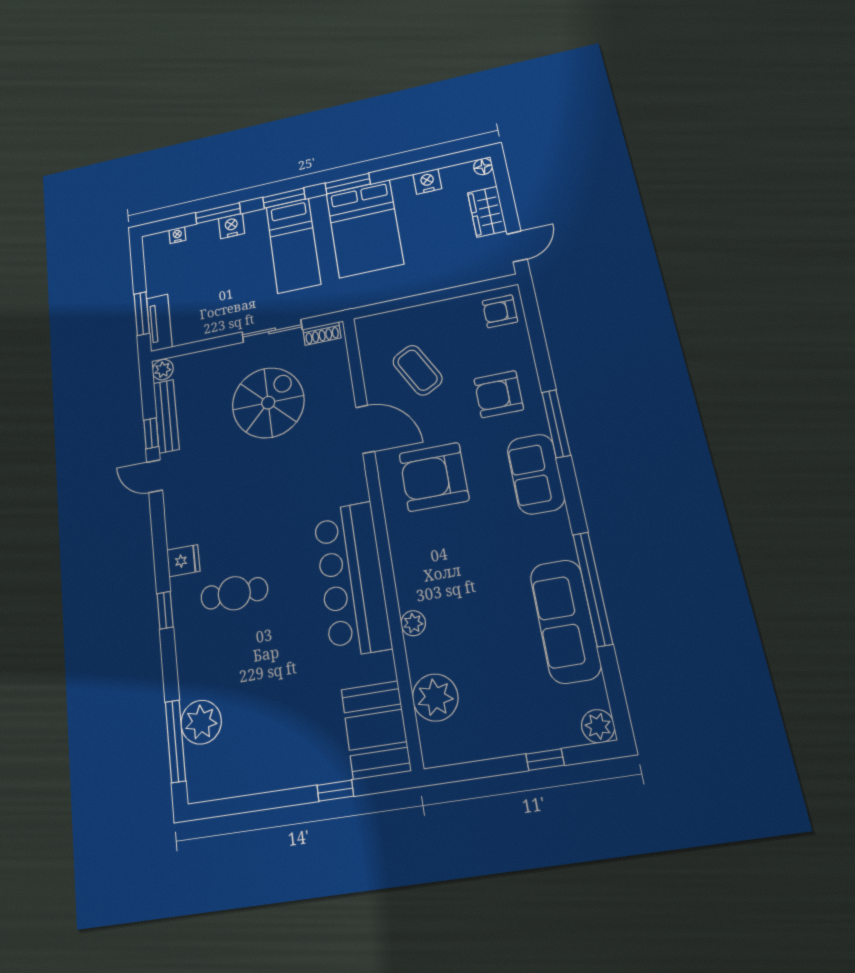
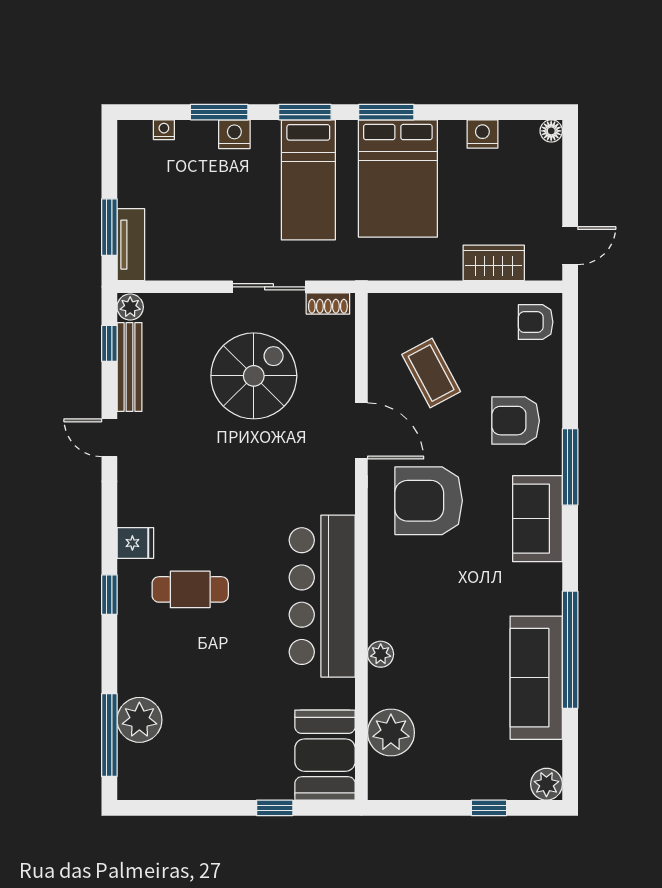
wardrobe: (487, 212) -> (494, 263), moved, turned 90
window: (151, 433) -> (109, 343), moved

